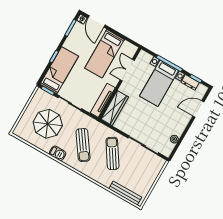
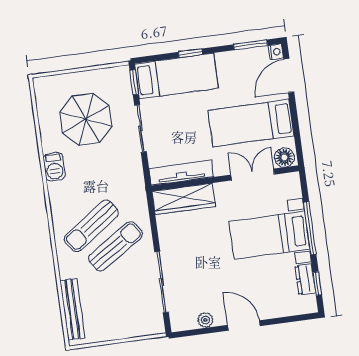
floor lamp: (130, 51) -> (284, 157), added
door: (198, 109) -> (244, 325), moved
sun lounger: (83, 145) -> (91, 226), moved

